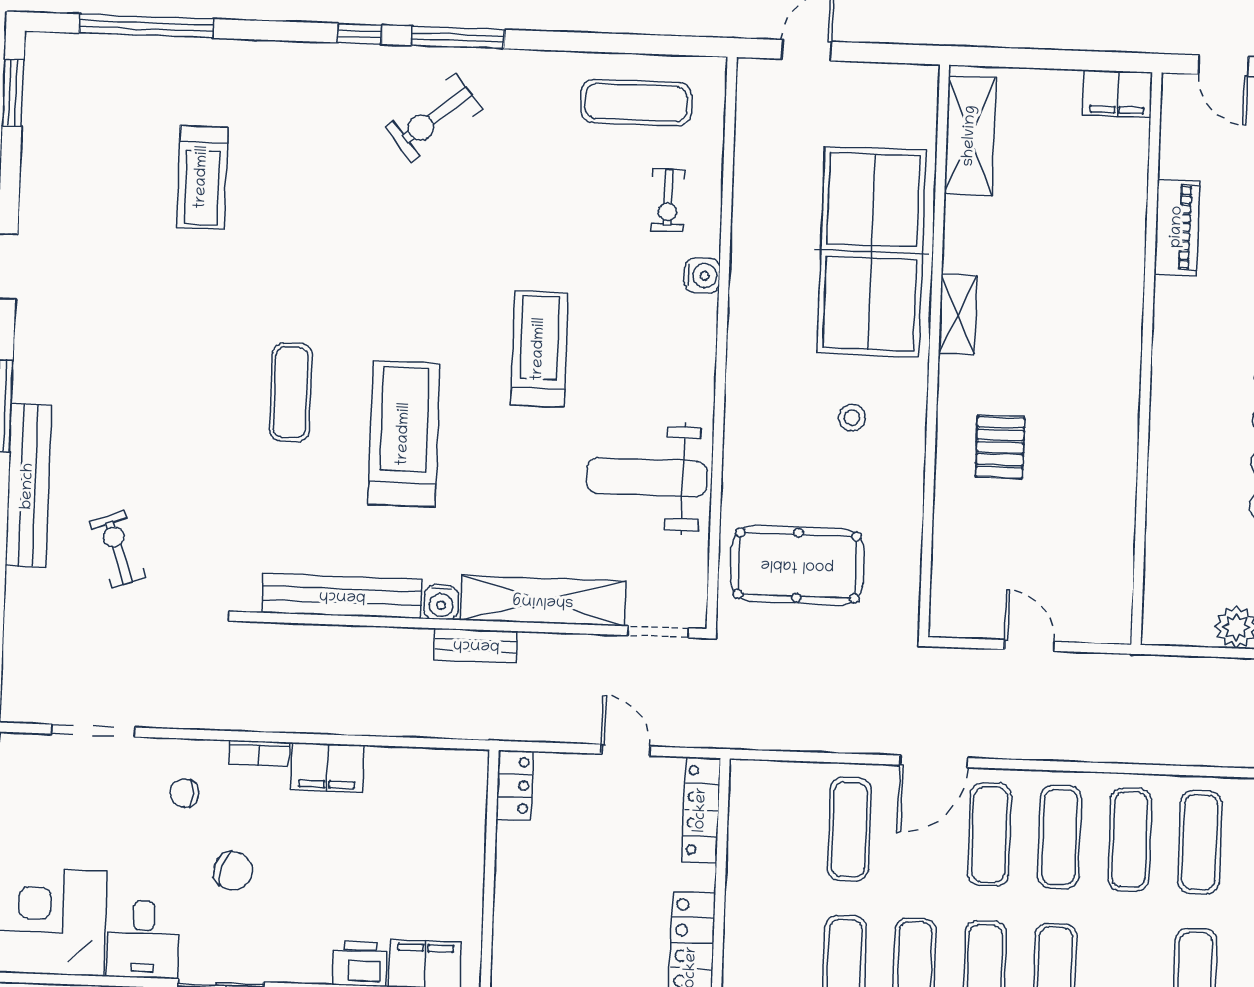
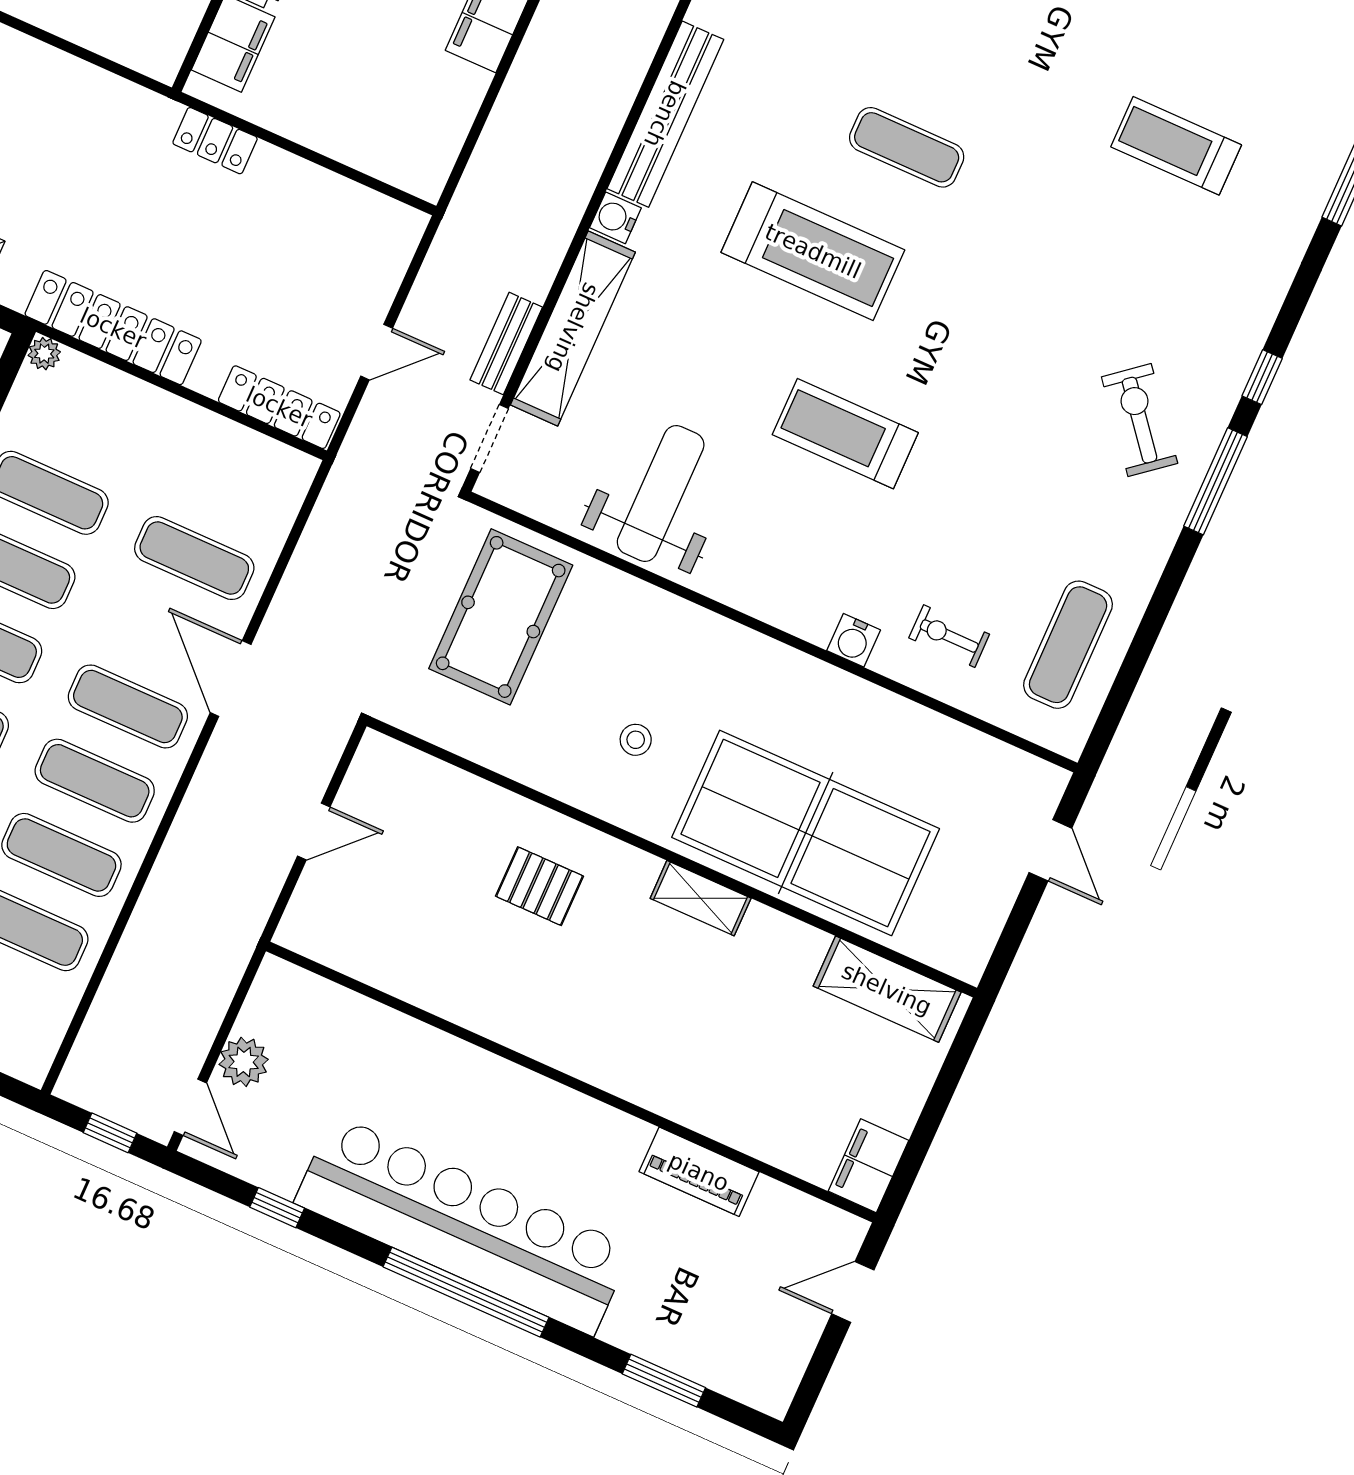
treadmill: (539, 349) -> (845, 434), turned 180
bench: (476, 645) -> (506, 344), moved
locker: (515, 785) -> (215, 141), moved

